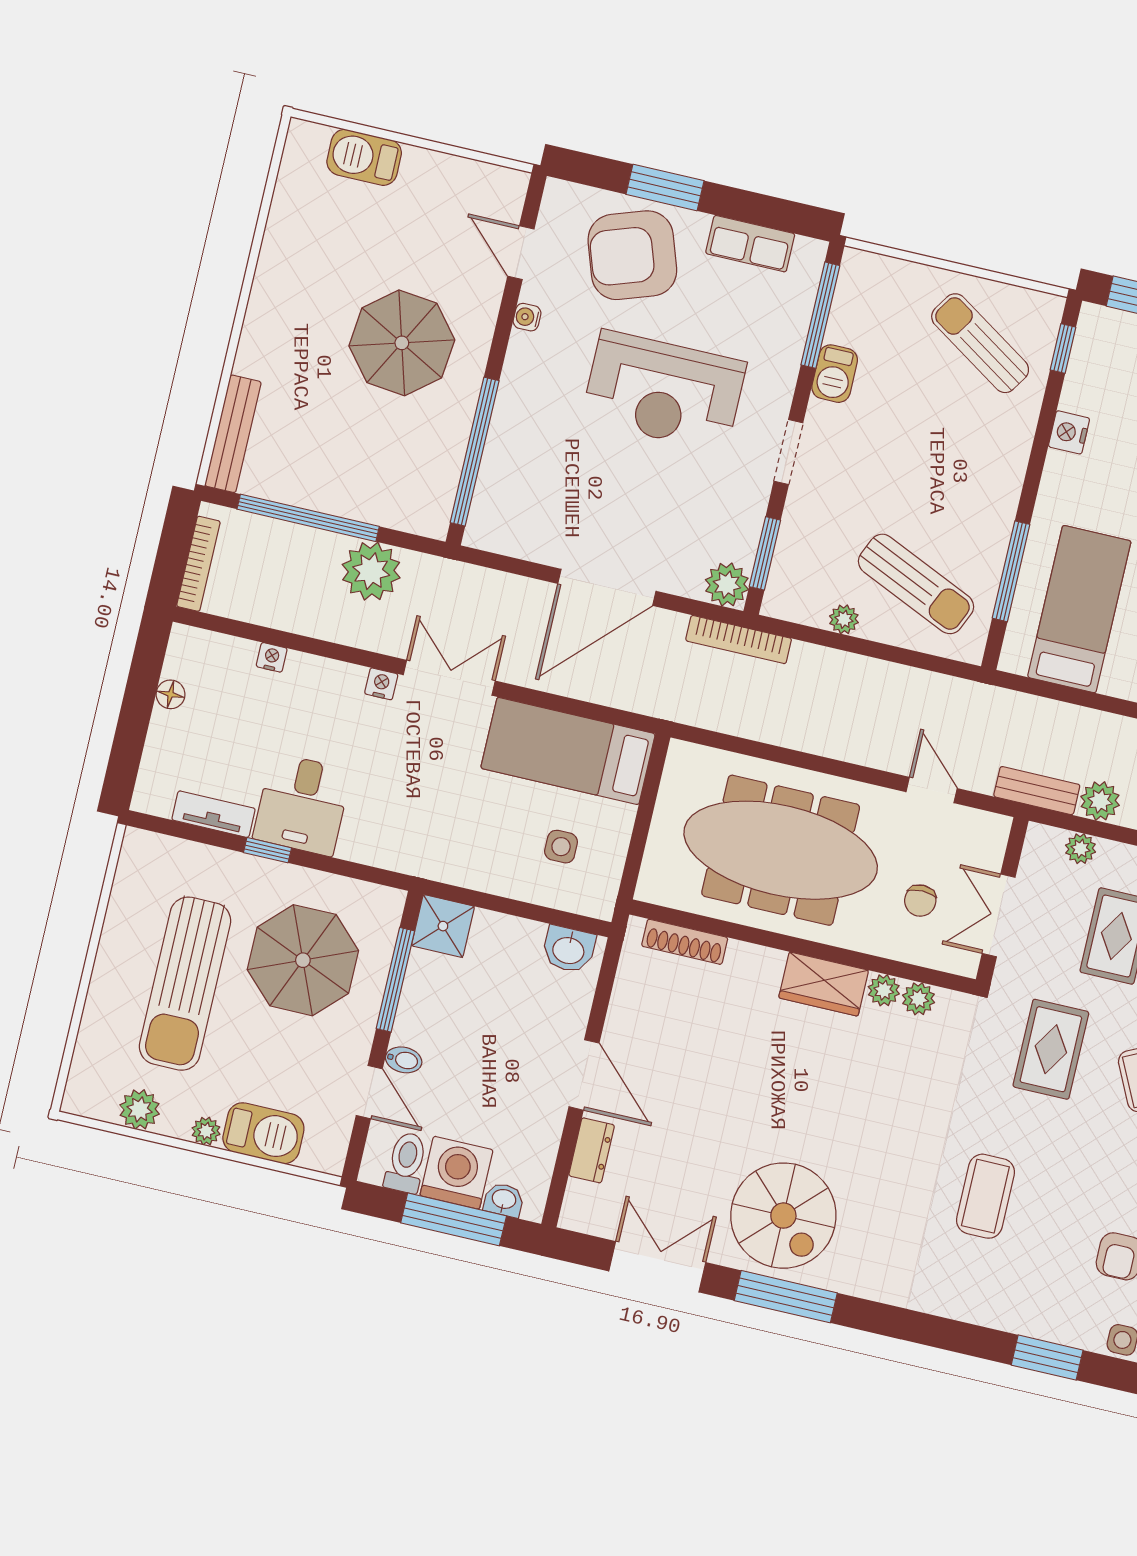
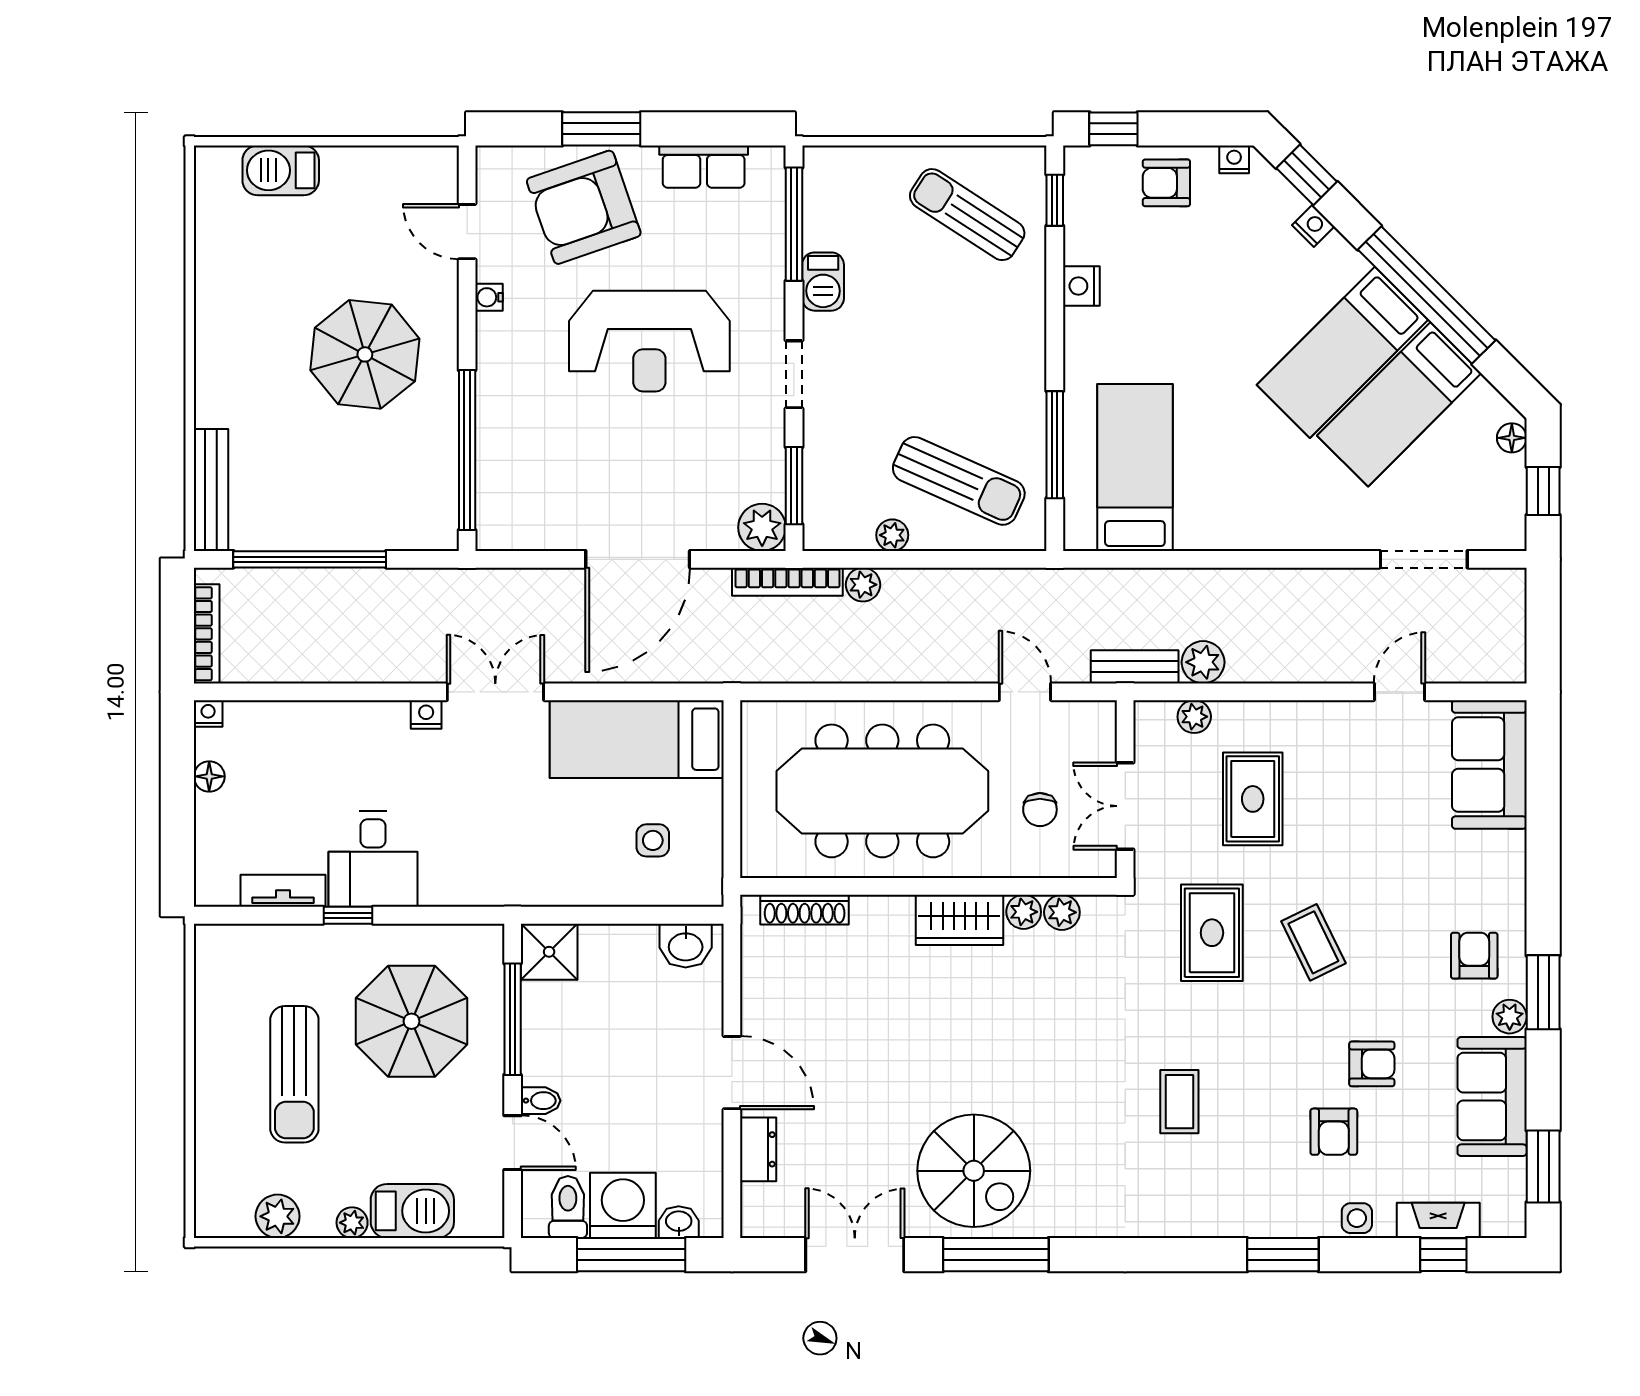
plant: (371, 571) -> (863, 585), moved, width x0.53, depth x0.53
nightstand: (272, 657) -> (208, 713), moved
sun lounger: (185, 984) -> (294, 1074), width x0.73, depth x0.75
coffee table: (985, 1196) -> (1179, 1102), width x0.73, depth x0.77

